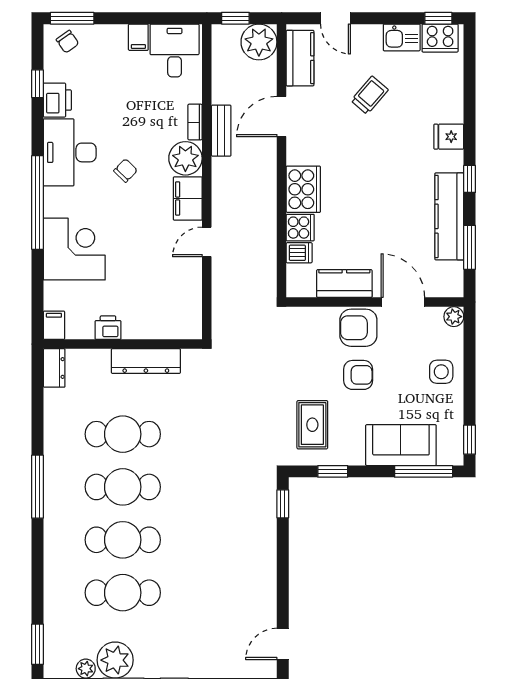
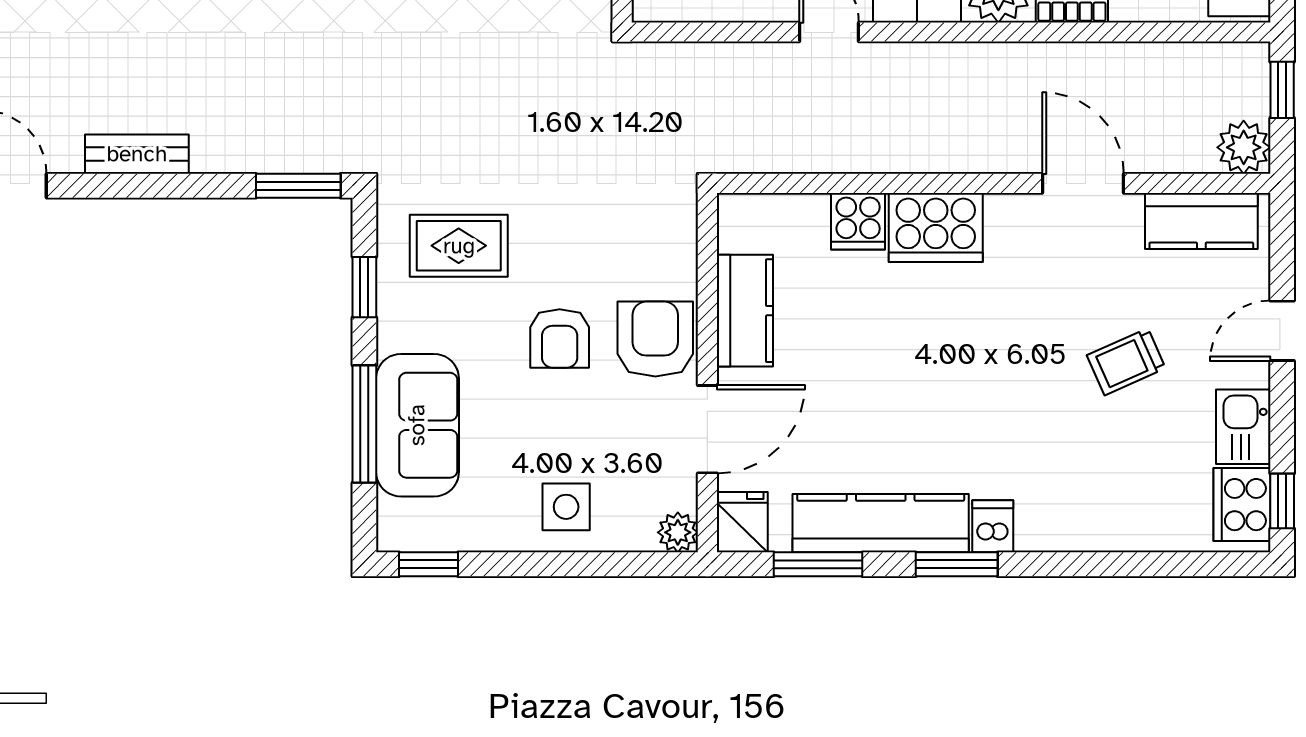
door: (335, 18) -> (1282, 331), moved
plant: (259, 42) -> (1244, 147), width x0.73, depth x0.73
trolley: (370, 95) -> (1126, 362), turned 115
bench: (221, 131) -> (137, 154), moved
fridge: (449, 137) -> (742, 522), moved
window: (470, 179) -> (957, 564), width x1.50
dishwasher: (299, 253) -> (993, 526), moved, turned 180
window: (424, 471) -> (364, 424), moved
window: (283, 504) -> (298, 186), width x1.50

